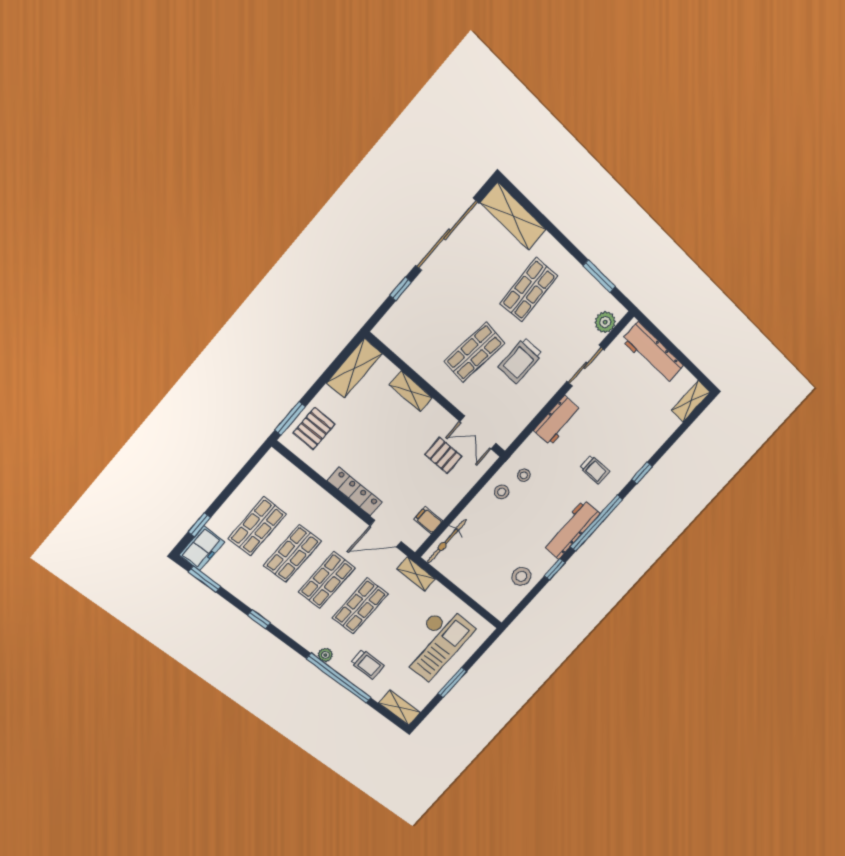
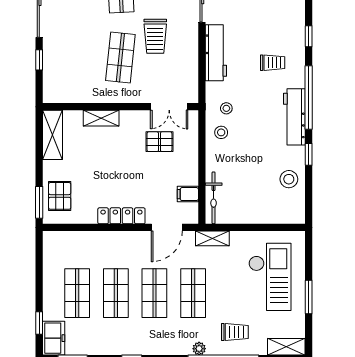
workbench: (557, 421) -> (216, 53), width x1.38

